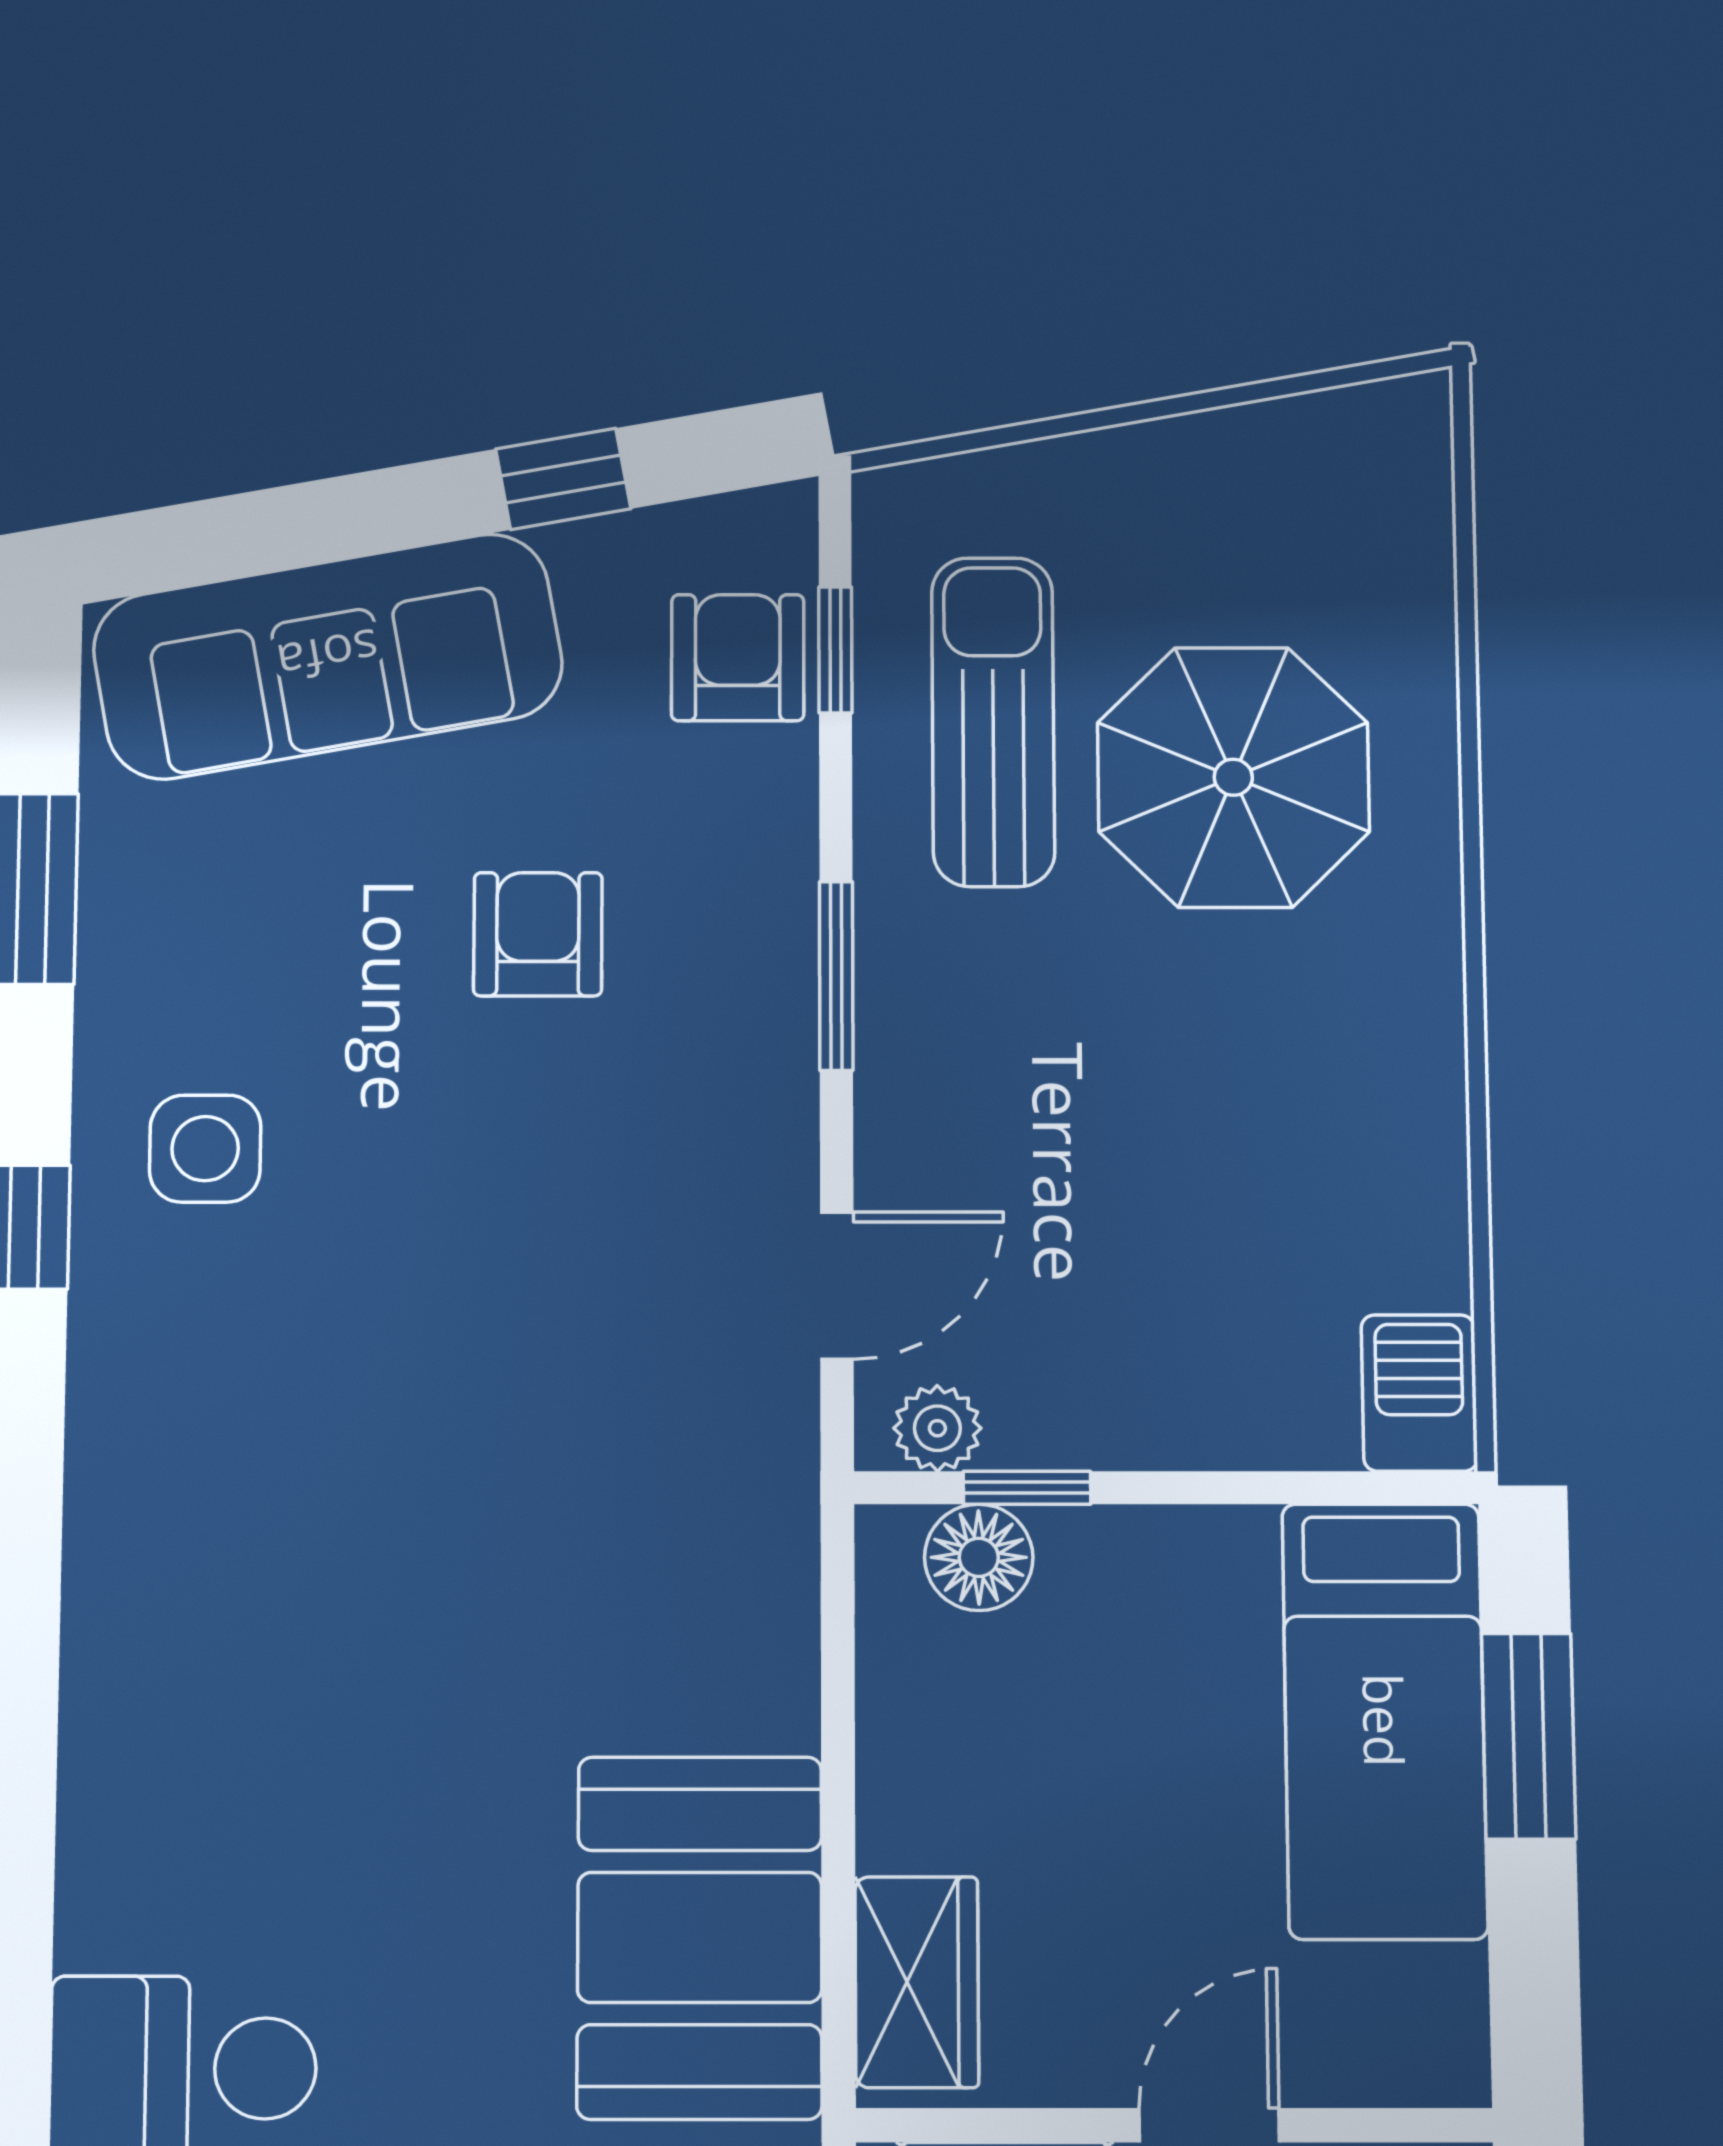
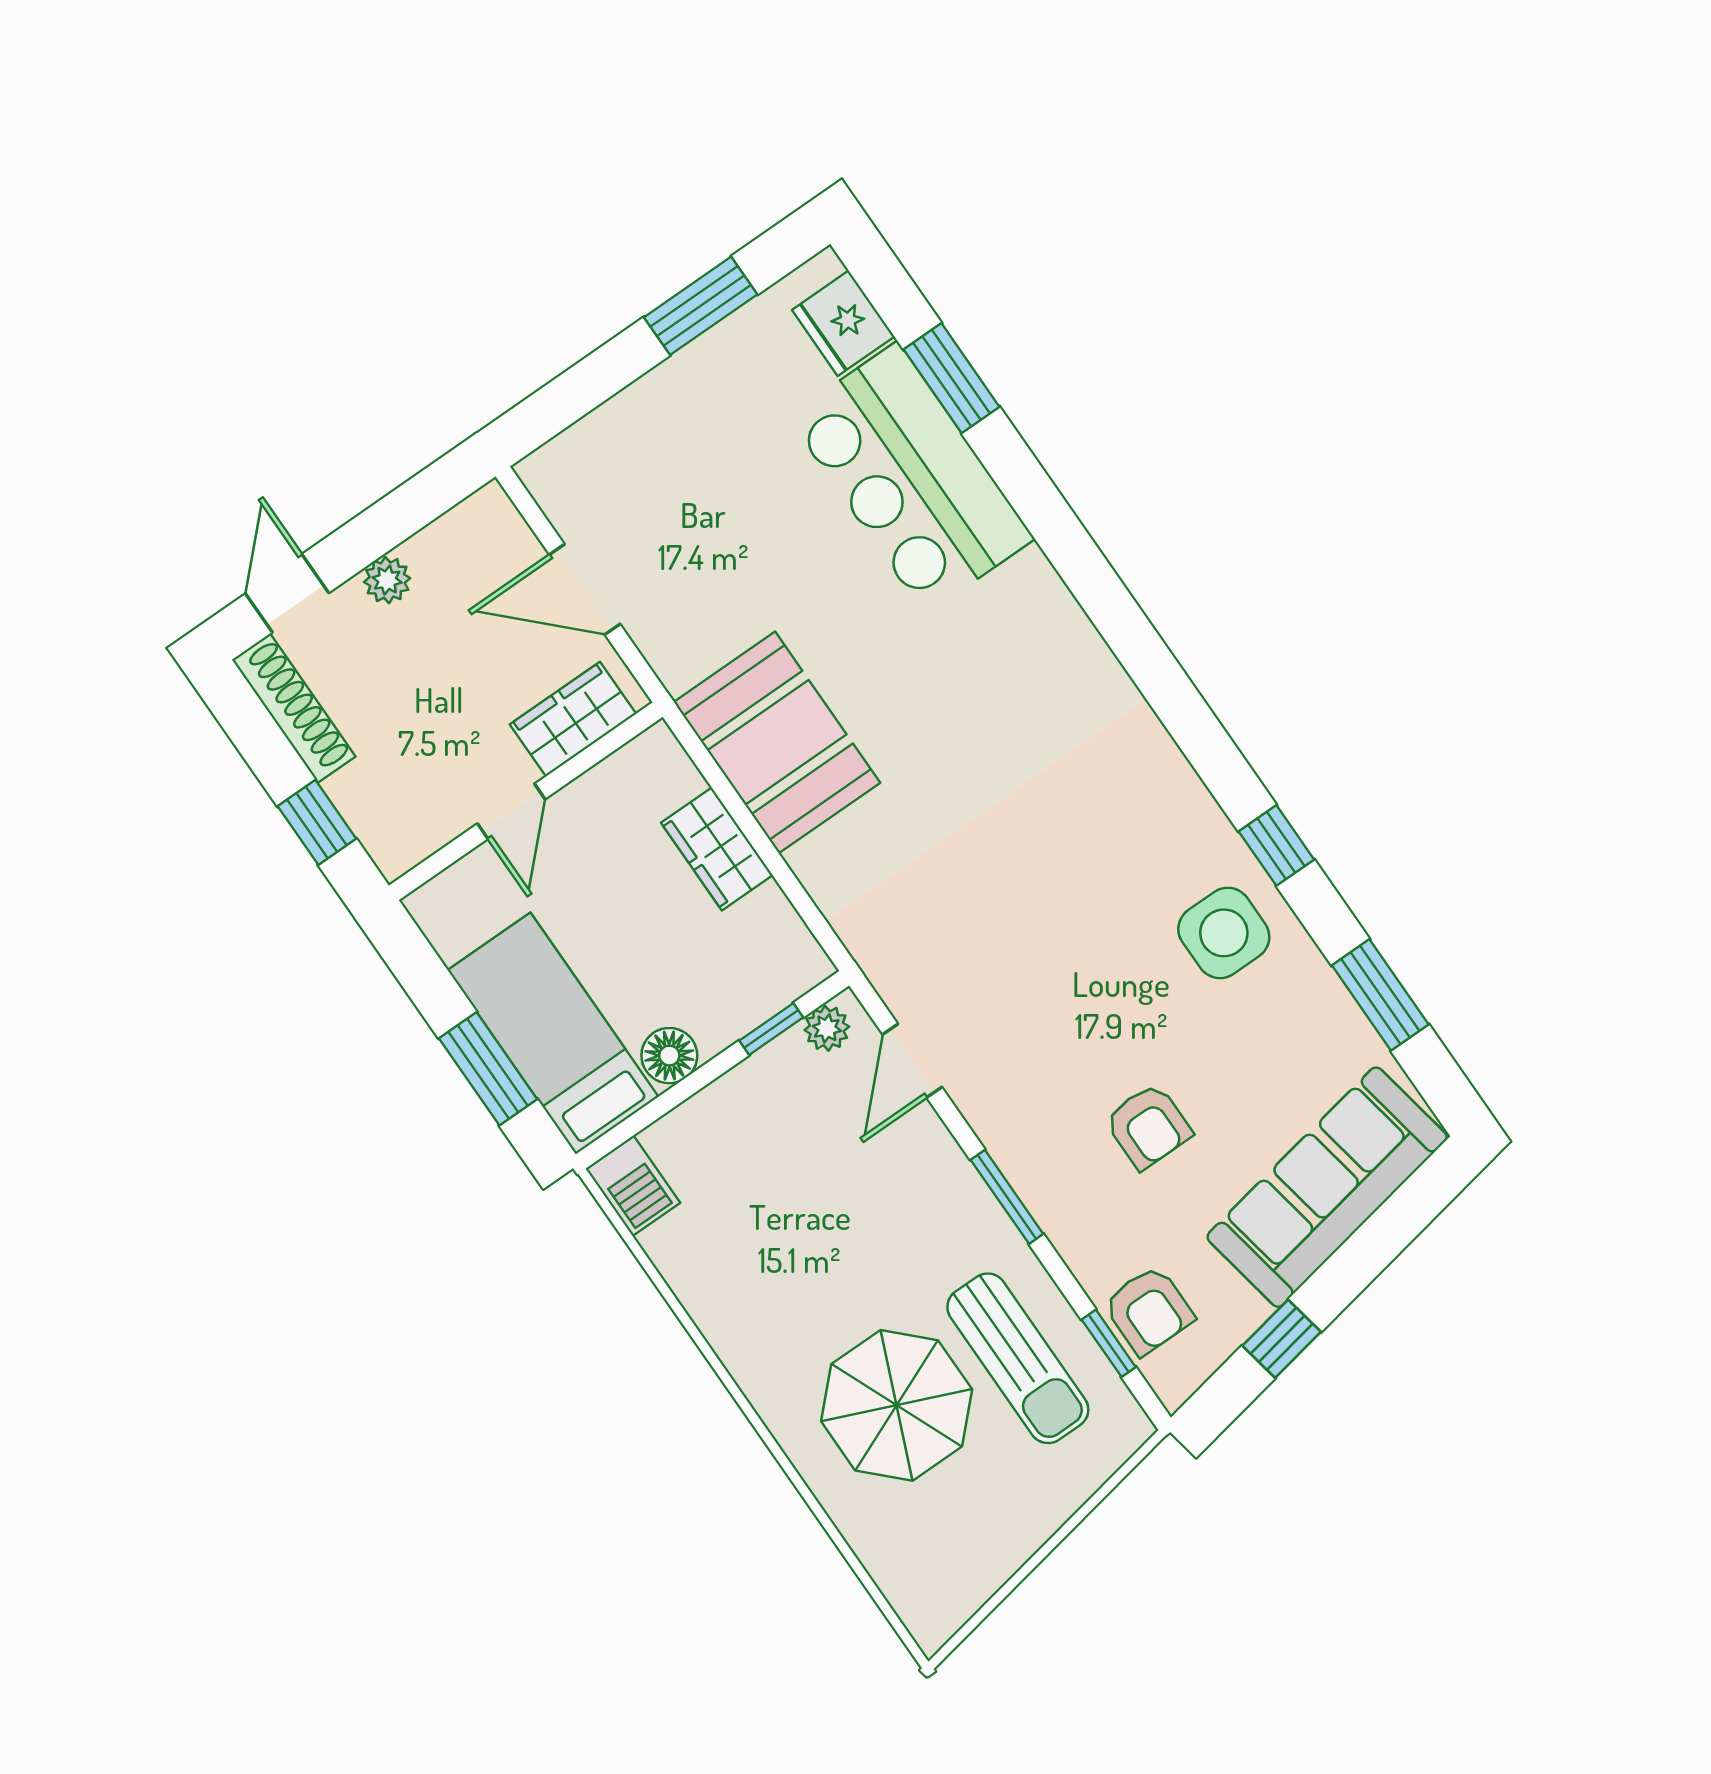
side table: (205, 1149) -> (1224, 933), width x1.37, depth x1.37
floor lamp: (979, 1557) -> (669, 1056), moved
wardrobe: (917, 1982) -> (717, 849), moved

